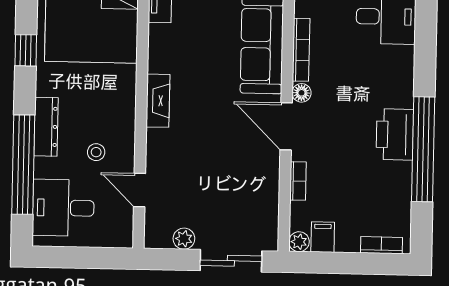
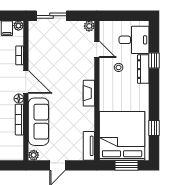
window: (26, 50) -> (154, 128), moved
dresser: (46, 127) -> (143, 69), moved
window: (23, 165) -> (154, 61), width x0.32
plant: (184, 239) -> (89, 26), moved

